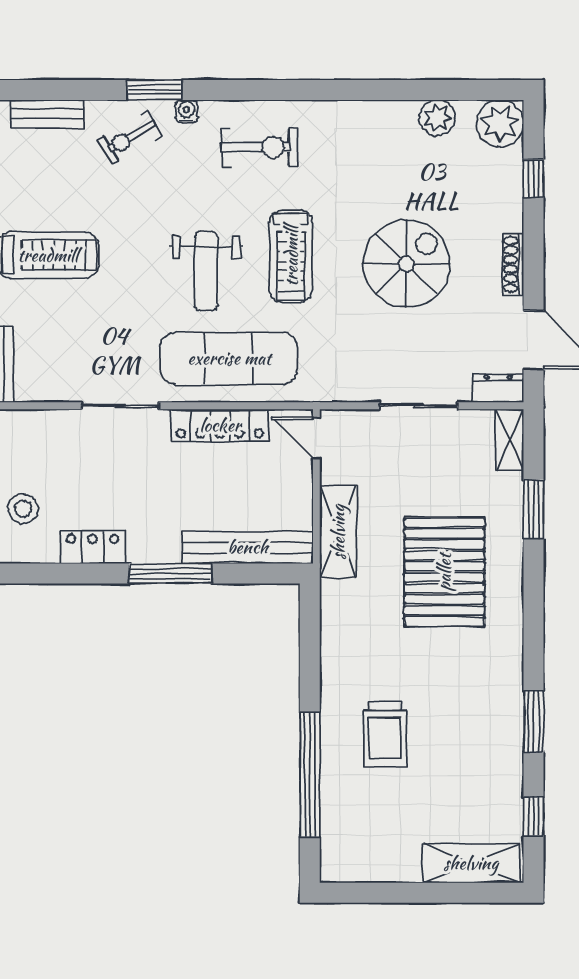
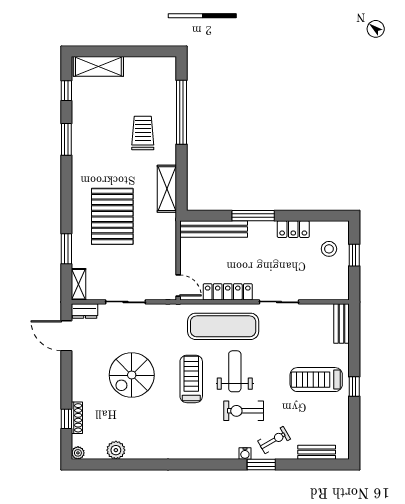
plant: (500, 123) -> (78, 453), width x0.53, depth x0.53
exercise bike: (259, 147) -> (244, 411), moved
shoe rack: (513, 264) -> (77, 418), moved
shelving: (338, 532) -> (167, 189), moved

